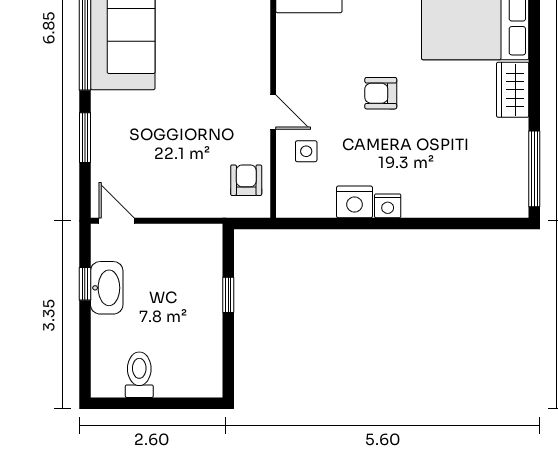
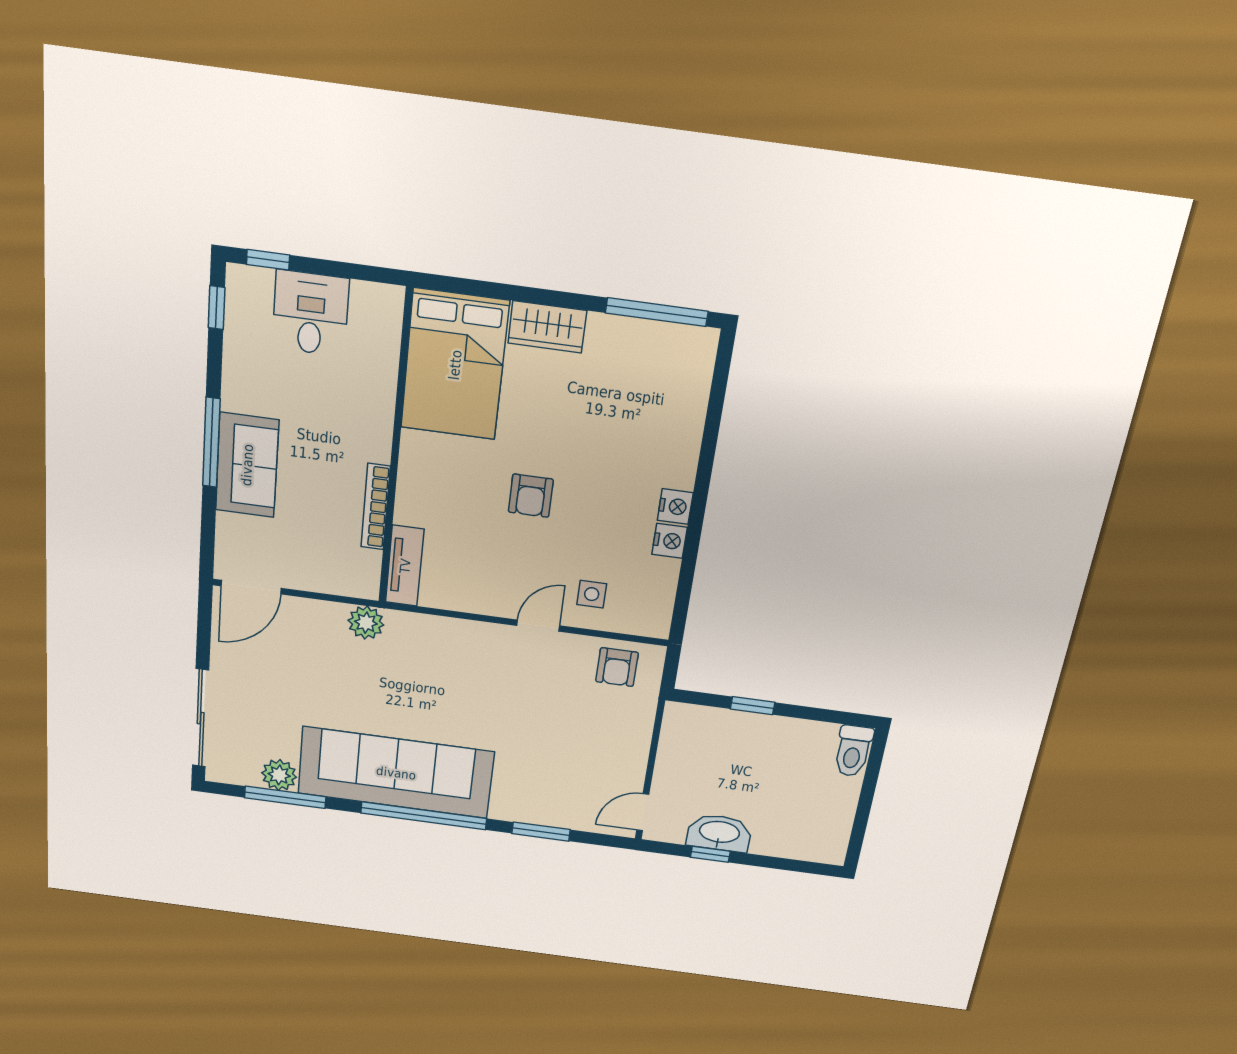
armchair: (246, 180) -> (617, 667), turned -90
nightstand: (355, 202) -> (670, 541), width x0.74, depth x0.75
toilet: (139, 375) -> (853, 751), moved, turned -90

